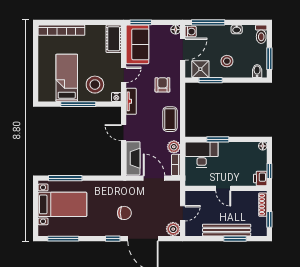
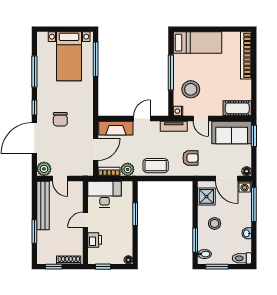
bed: (67, 78) -> (198, 43), moved
window: (211, 80) -> (195, 240), moved
desk: (202, 155) -> (105, 194), moved, turned -90
printer: (260, 178) -> (95, 240), moved, turned 90
bench: (227, 230) -> (43, 206), moved
window: (63, 239) -> (34, 72), moved

